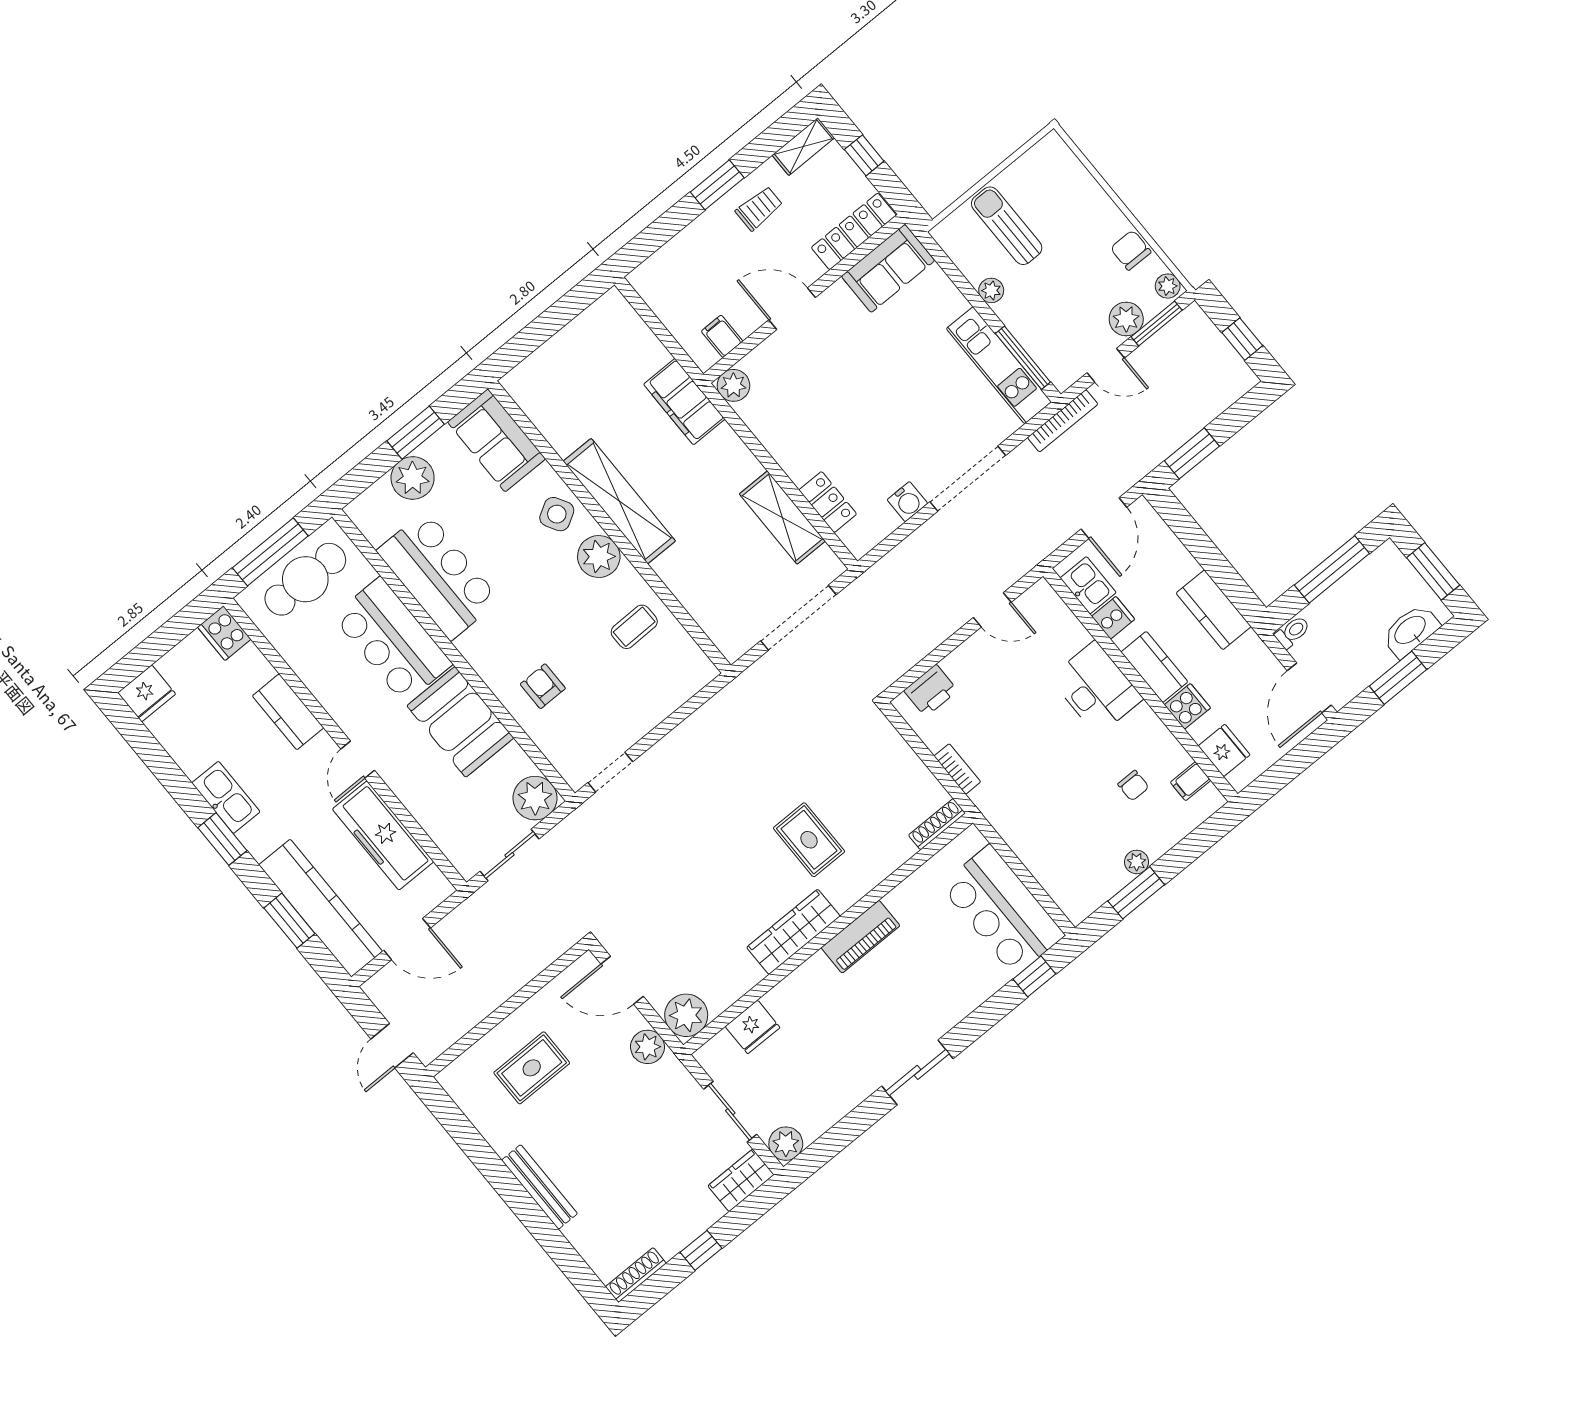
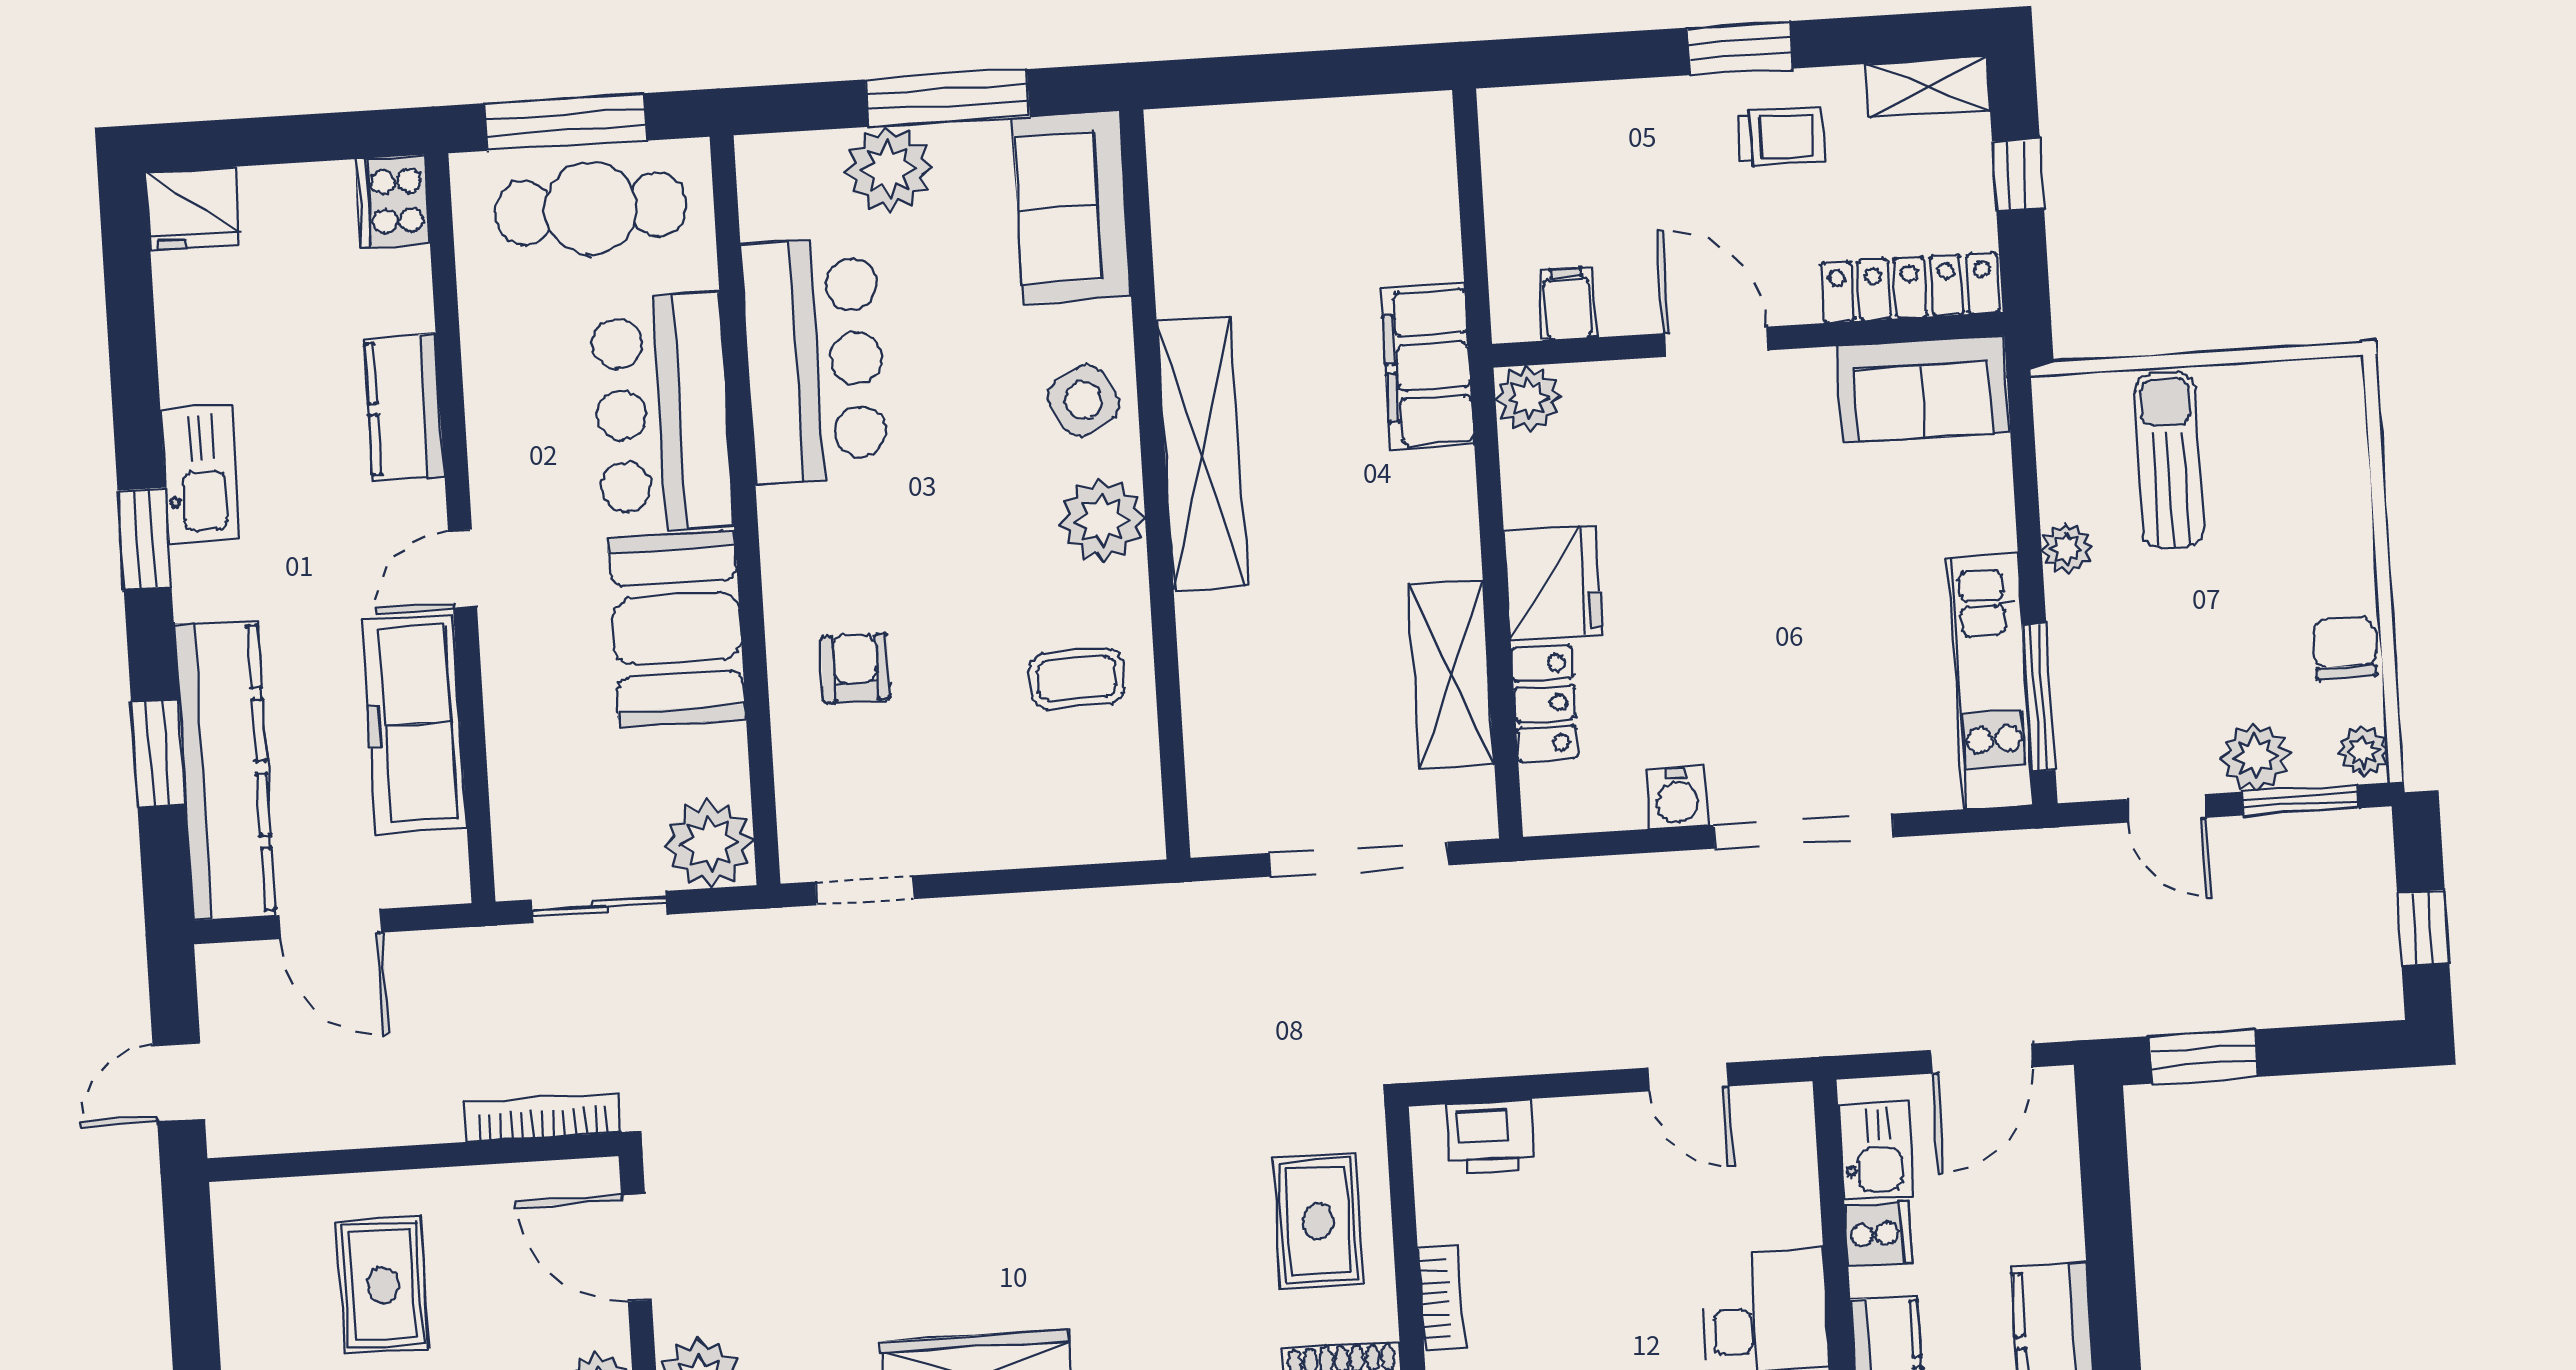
bookcase: (1063, 421) -> (542, 1117), moved, turned 180
window: (416, 433) -> (947, 98), width x1.44
fridge: (796, 452) -> (1553, 583), added
rug: (809, 840) -> (1318, 1221), moved
rug: (532, 1068) -> (383, 1285), turned 90

